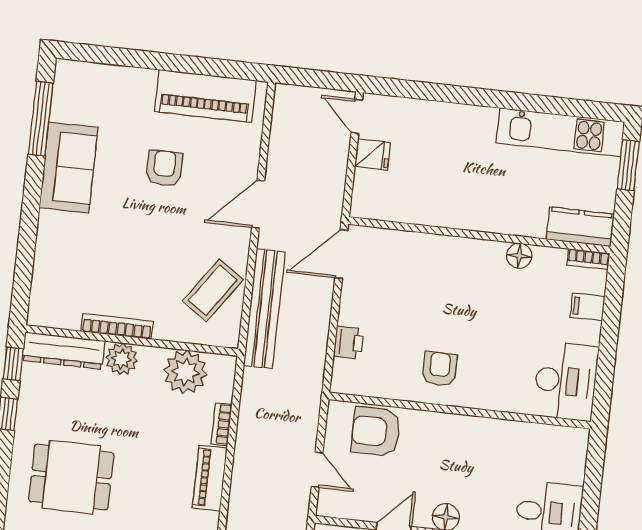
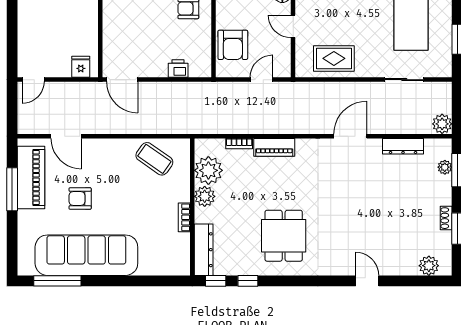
window: (190, 65) -> (12, 189), added
fridge: (372, 155) -> (81, 67), moved
sofa: (69, 167) -> (86, 255), width x1.85, depth x1.27
door: (258, 204) -> (66, 136), moved
bench: (264, 309) -> (162, 125), removed
bookcase: (117, 326) -> (184, 217), width x0.64
plant: (122, 359) -> (205, 196), moved

